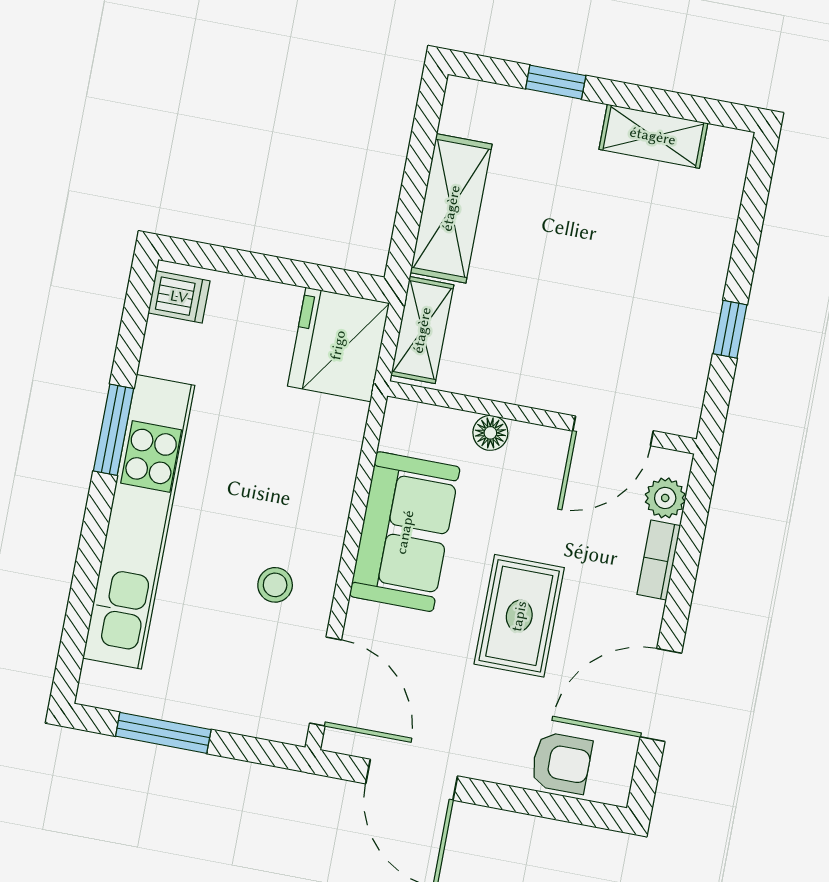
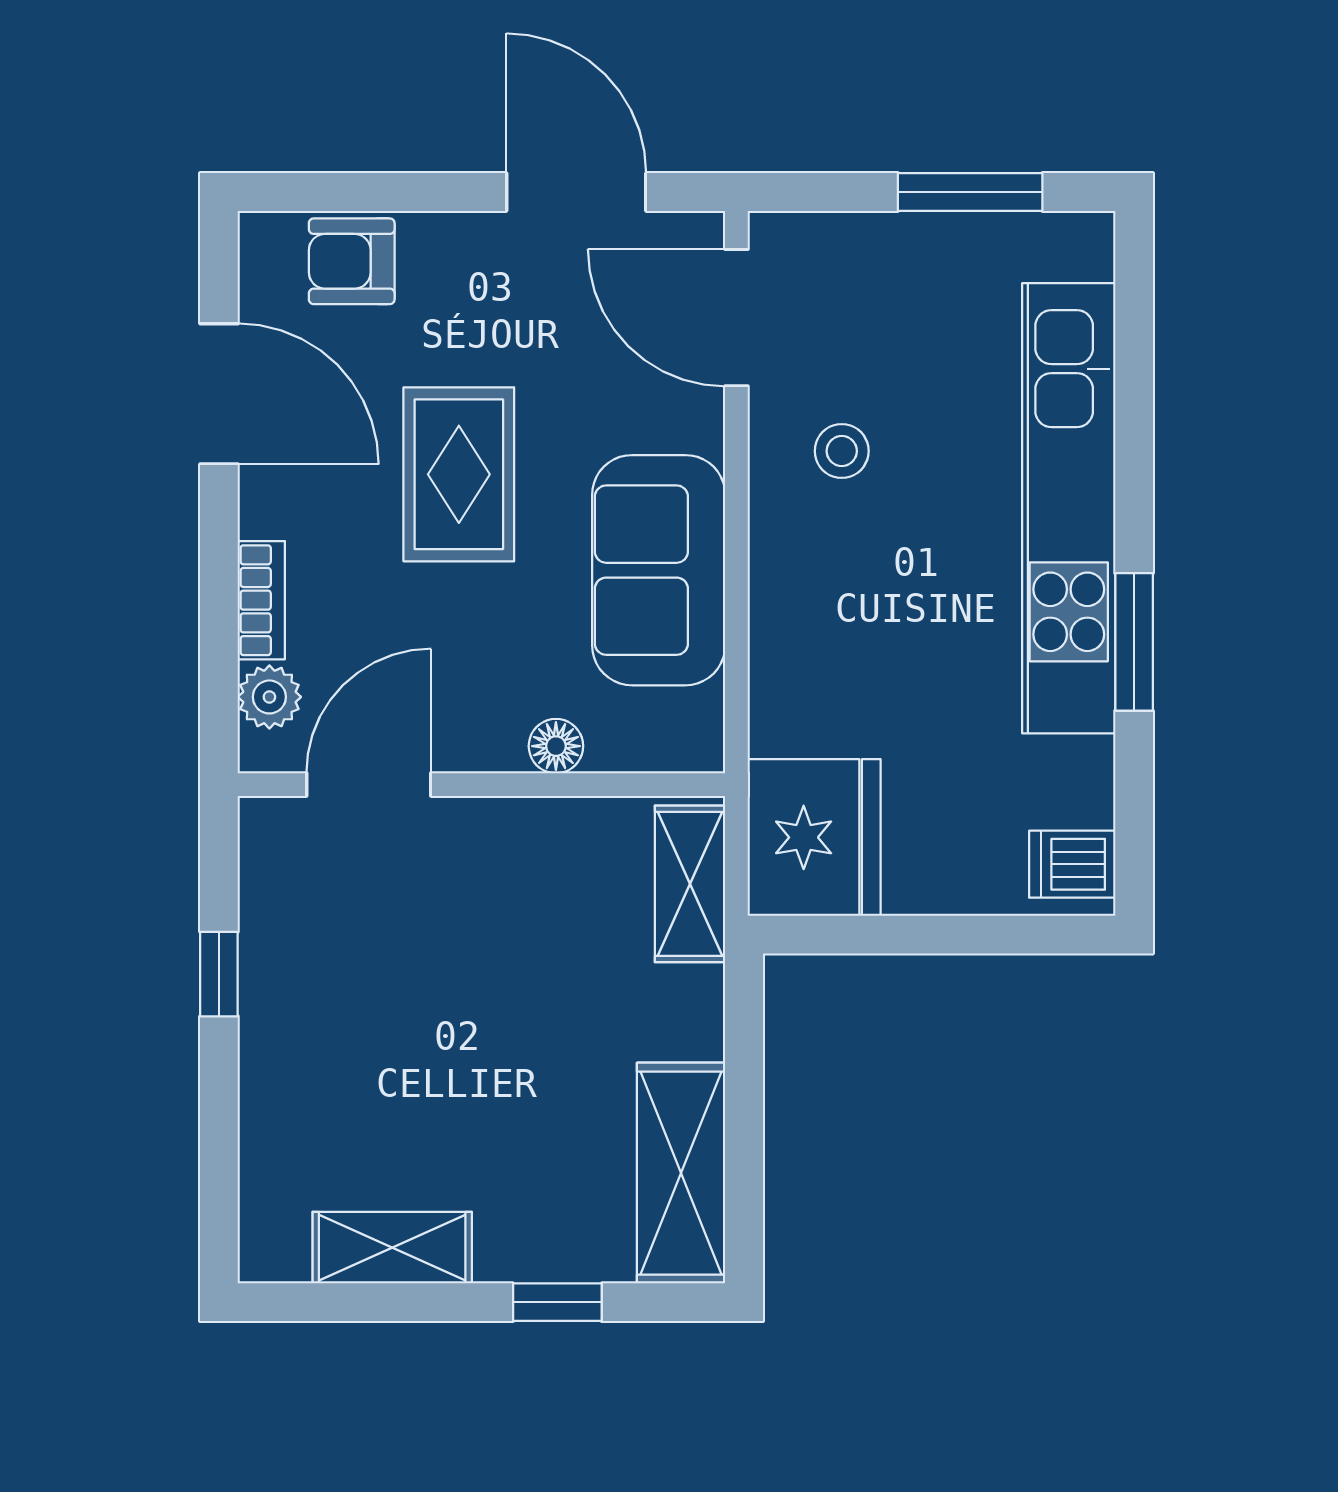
shelving: (451, 208) -> (681, 1173), moved
door: (661, 695) -> (219, 394), hinge flipped

